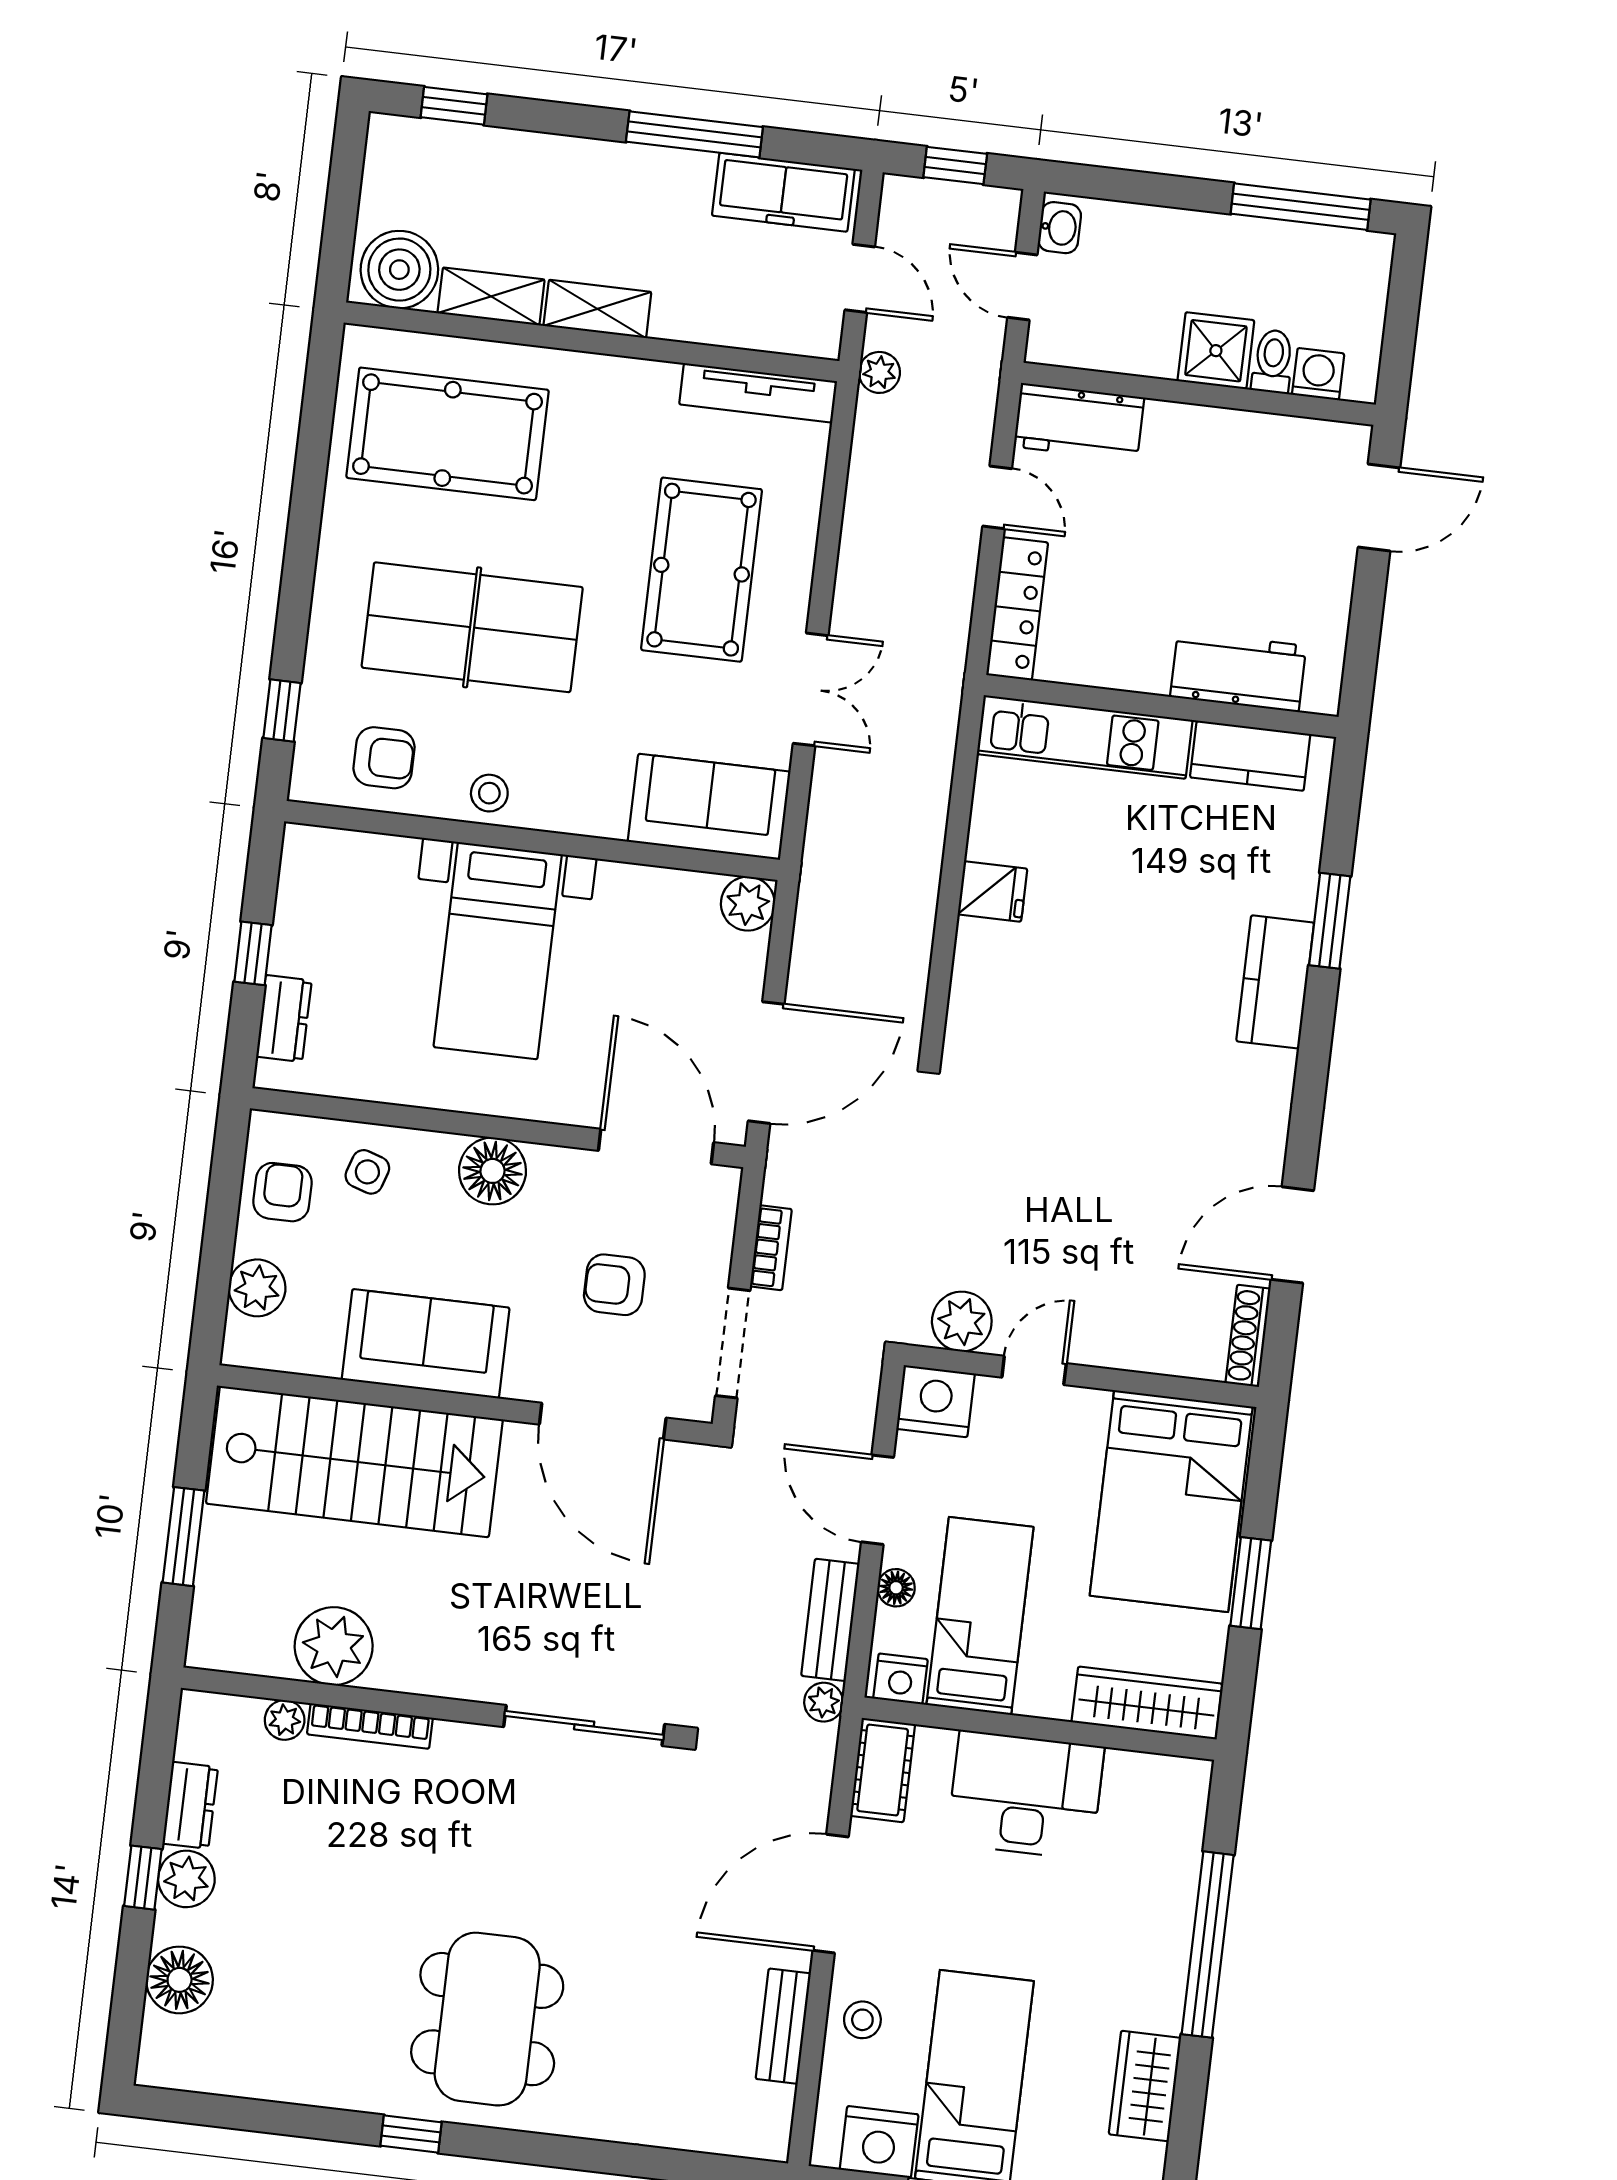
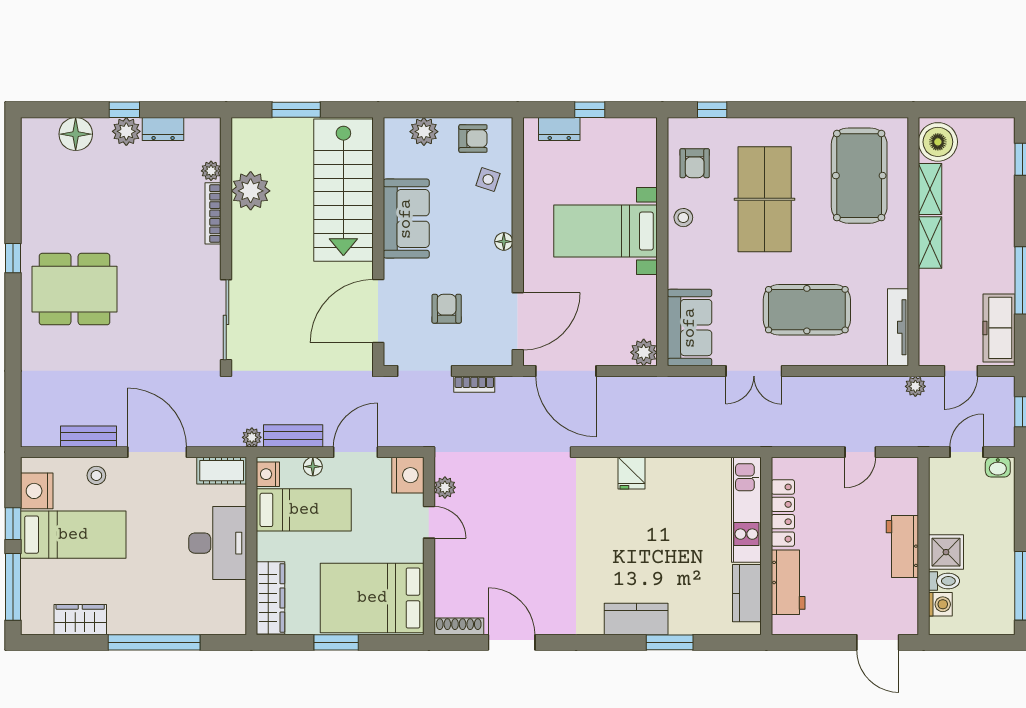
workbench: (1079, 422) -> (902, 547), moved
locker: (1017, 609) -> (783, 513), moved, turned -90
fridge: (992, 891) -> (631, 473), moved
floor lamp: (492, 1171) -> (504, 242), width x0.53, depth x0.53
plant: (962, 1322) -> (445, 487), width x0.73, depth x0.73

